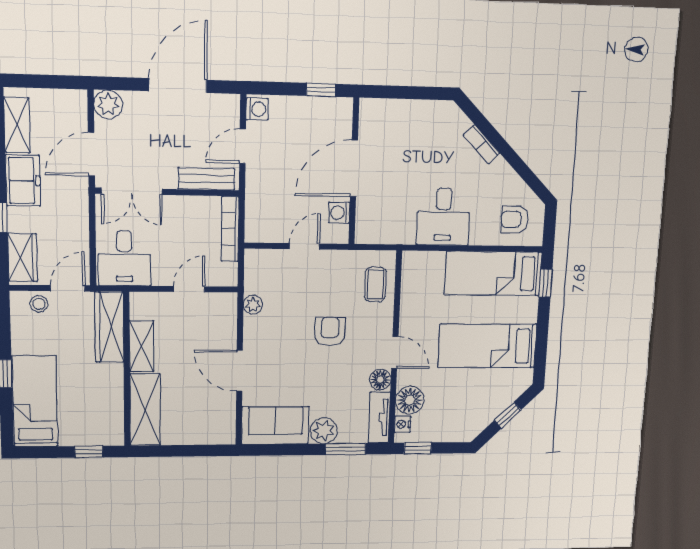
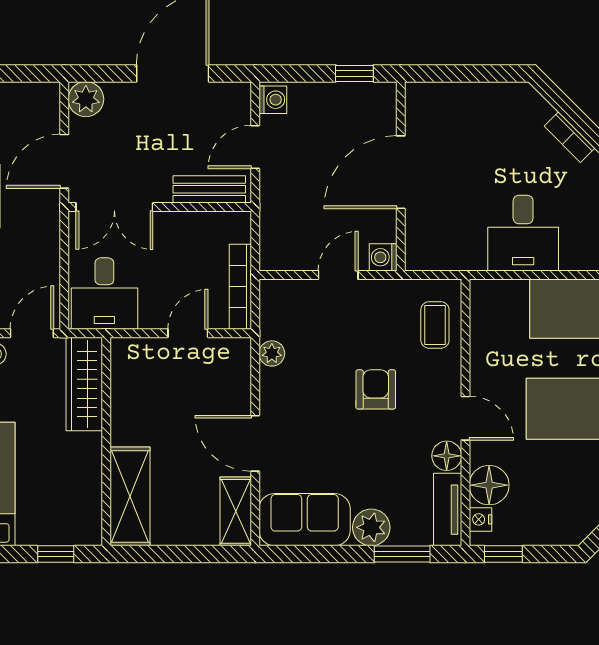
washing machine: (339, 213) -> (383, 257), moved
bookcase: (230, 229) -> (240, 287), moved
shelving: (142, 346) -> (236, 511), moved

